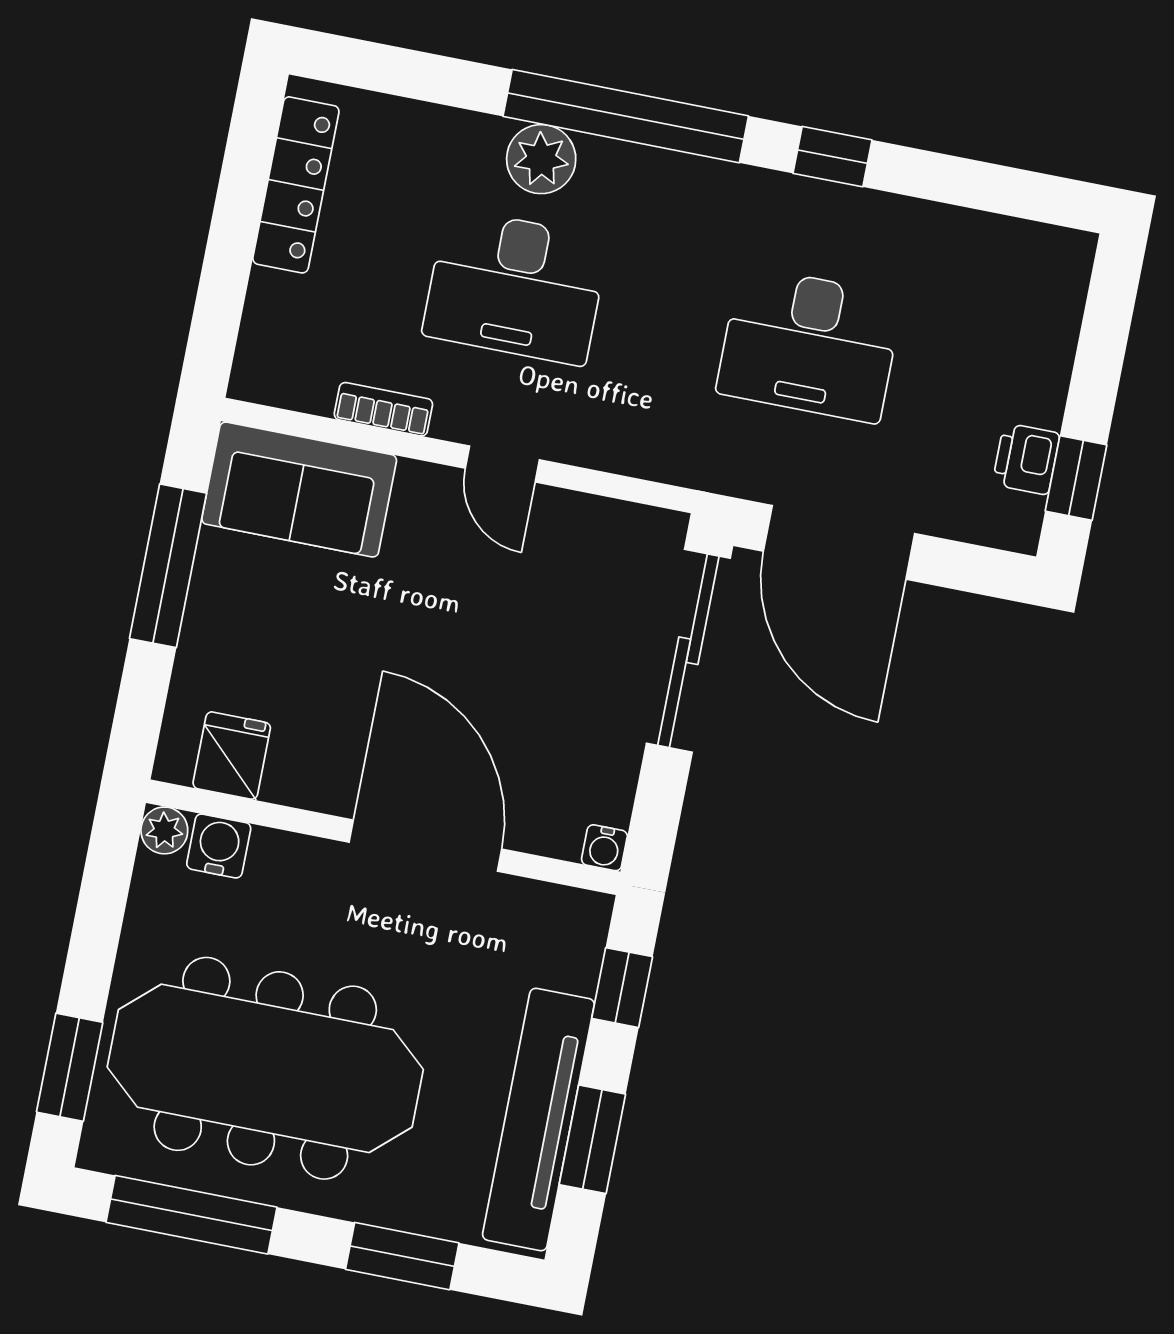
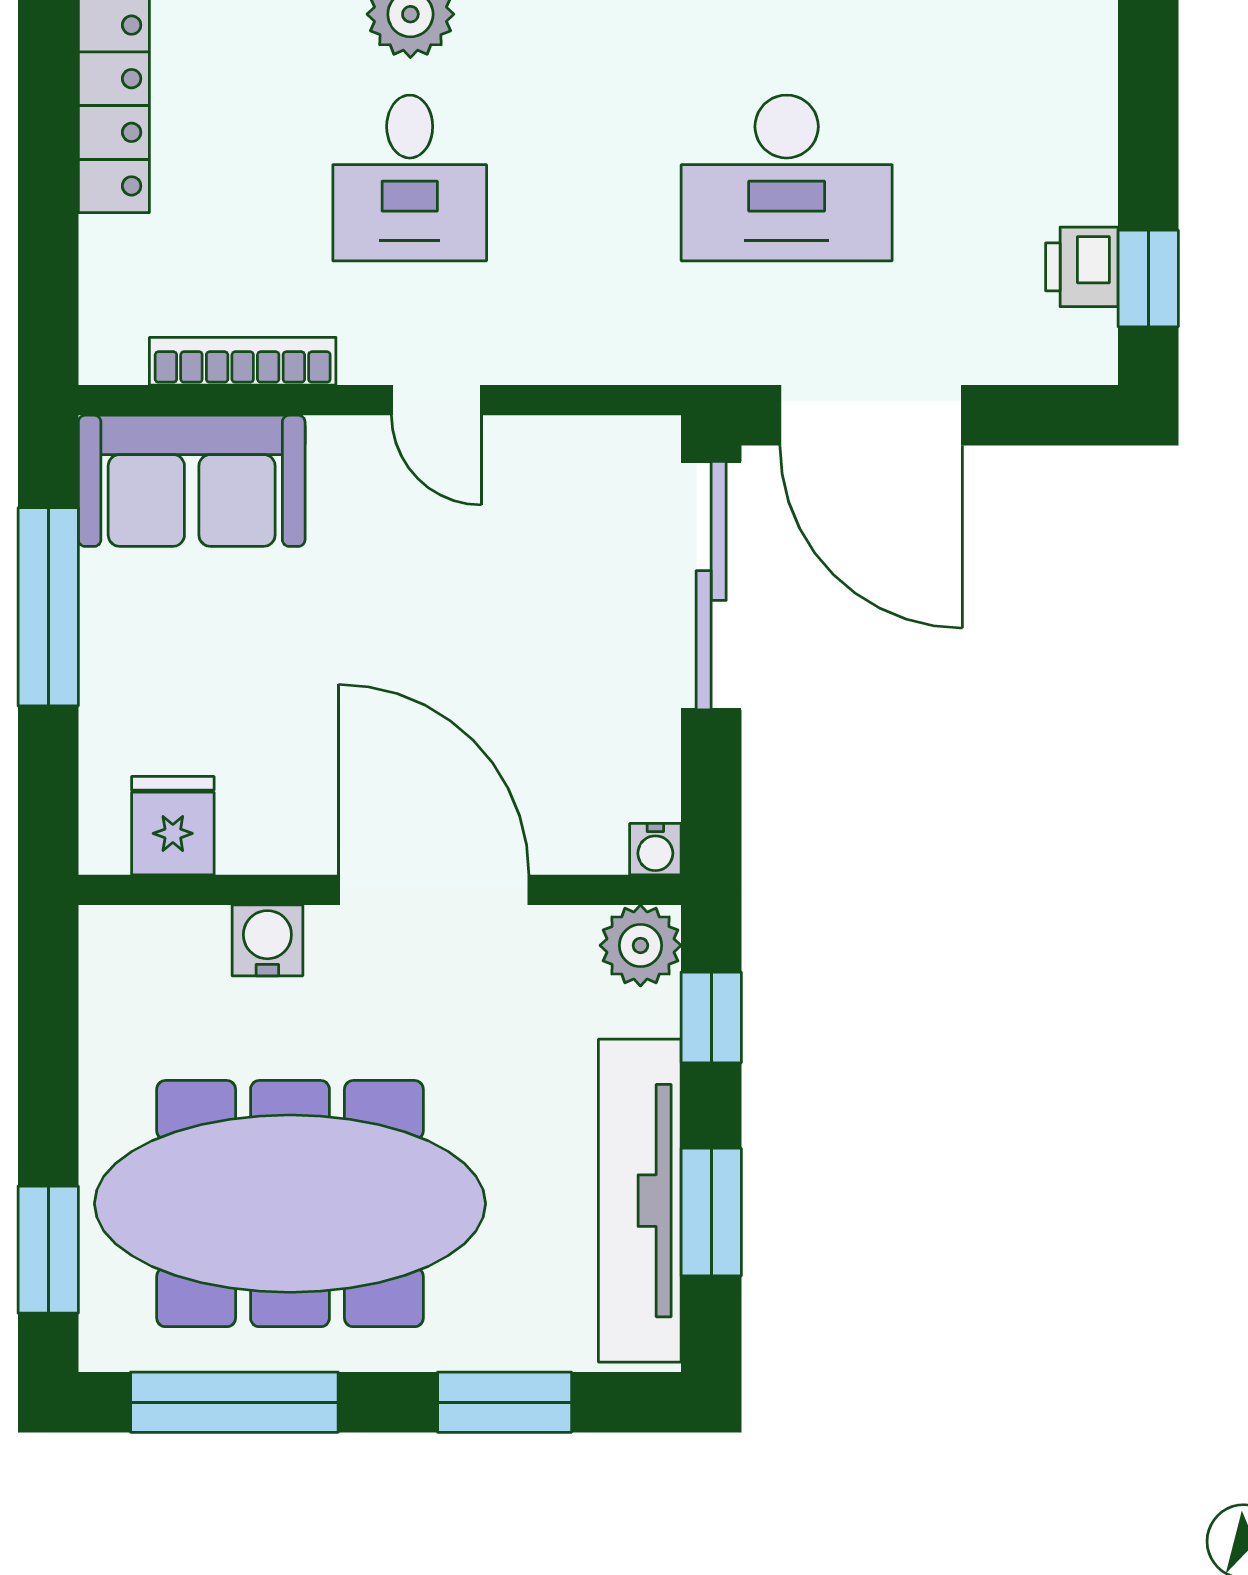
desk: (516, 287) -> (410, 178), width x0.73
bookcase: (383, 409) -> (243, 361), width x1.56
plant: (164, 830) -> (640, 945), moved, width x1.38, depth x1.38
water cooler: (219, 846) -> (267, 940), moved

